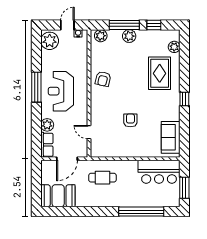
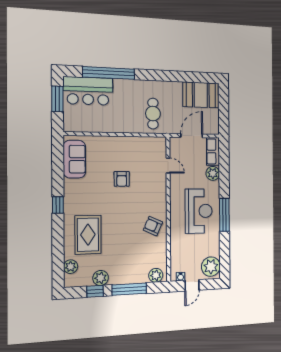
plant: (129, 36) -> (101, 278), moved
armchair: (103, 79) -> (153, 226), turned -78
bar counter: (159, 172) -> (88, 91), moved, turned 180
cafe table: (102, 178) -> (153, 114), turned 90

